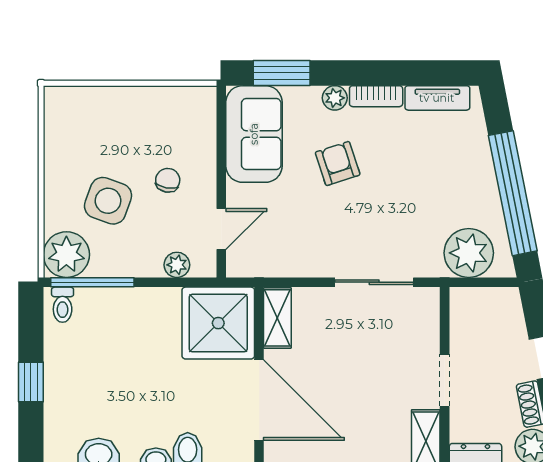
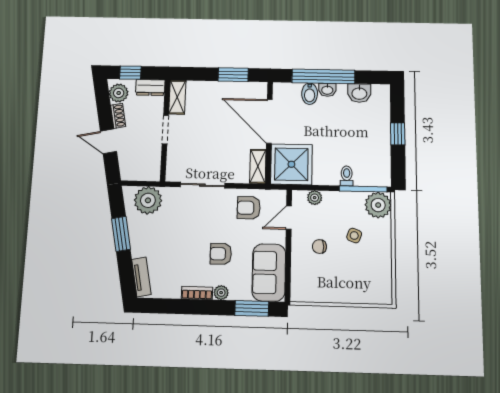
tv unit: (437, 98) -> (141, 277), moved, turned 79
armchair: (338, 164) -> (221, 254), turned 108
chair: (168, 180) -> (319, 247), turned 78
window: (513, 193) -> (121, 234), width x0.47
side table: (108, 201) -> (354, 236), width x0.54, depth x0.54
armchair: (291, 244) -> (249, 208), added
toilet: (63, 305) -> (347, 176), moved

